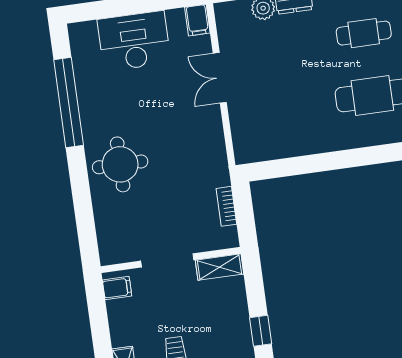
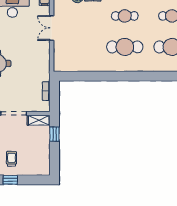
window: (261, 331) -> (54, 134), moved

